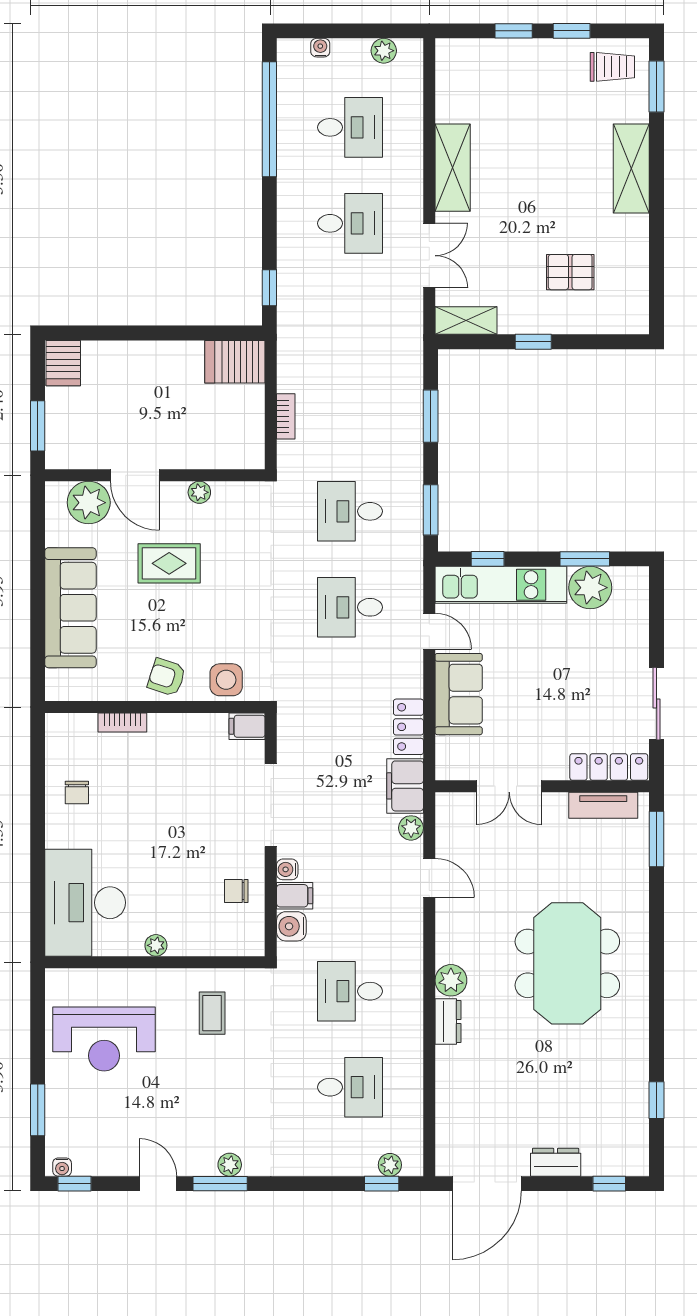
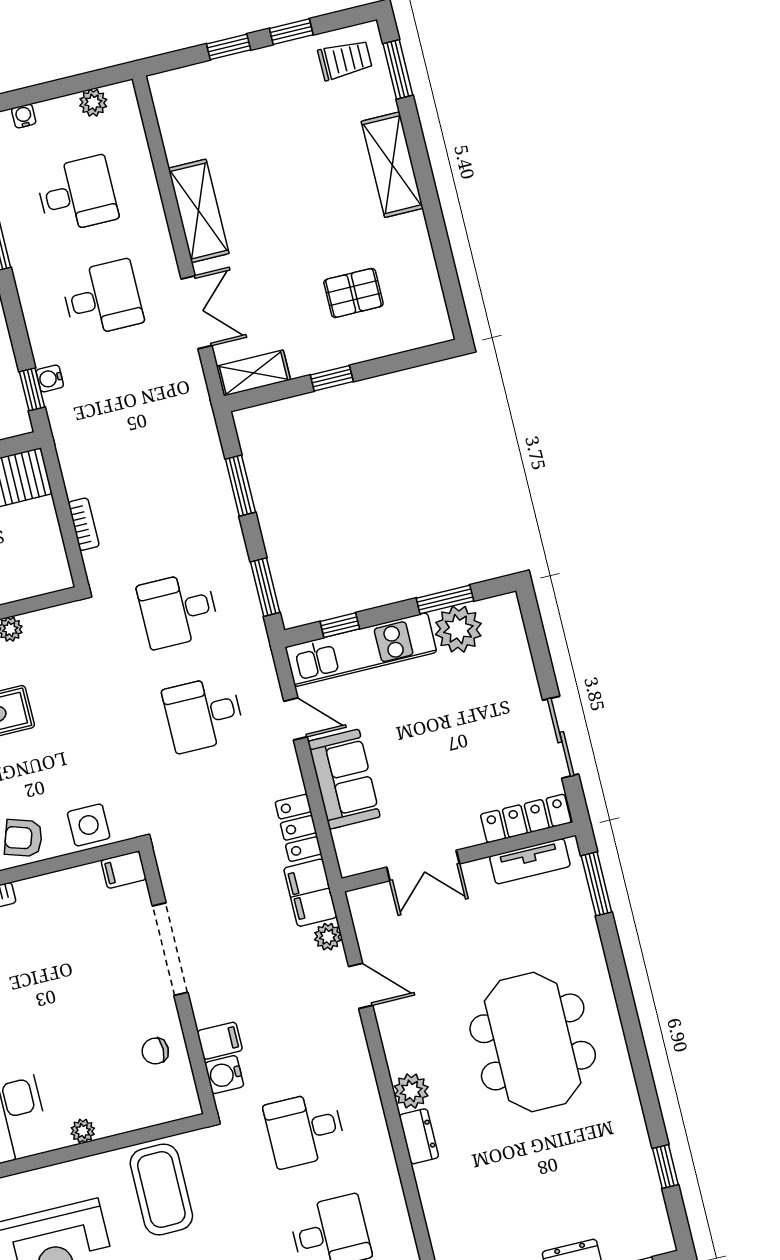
water cooler: (287, 869) -> (50, 378), moved
coffee table: (212, 1013) -> (161, 1190), width x1.86, depth x1.72

